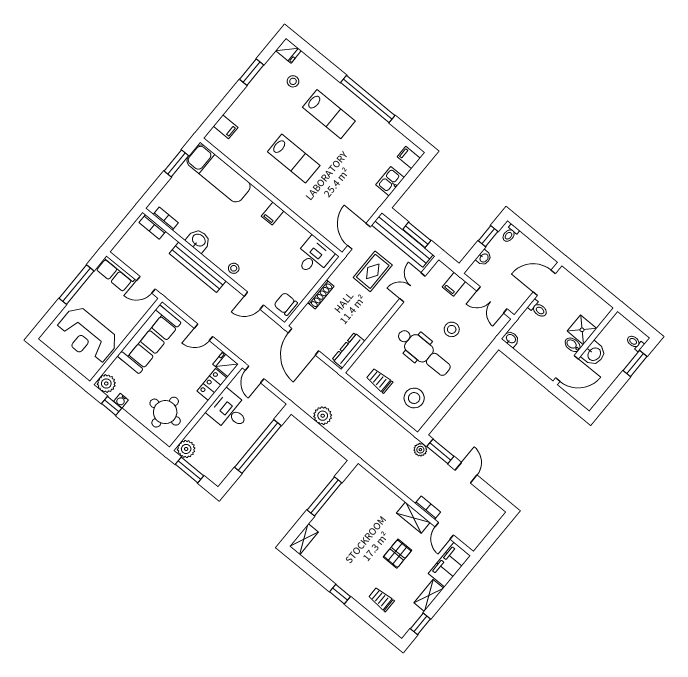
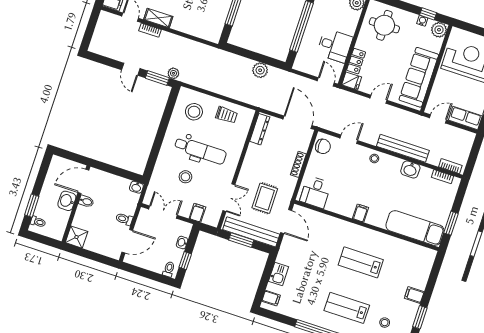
filing cabinet: (226, 127) -> (414, 295), moved
shower: (582, 330) -> (76, 237), moved
dental chair: (424, 352) -> (200, 150), turned 180

